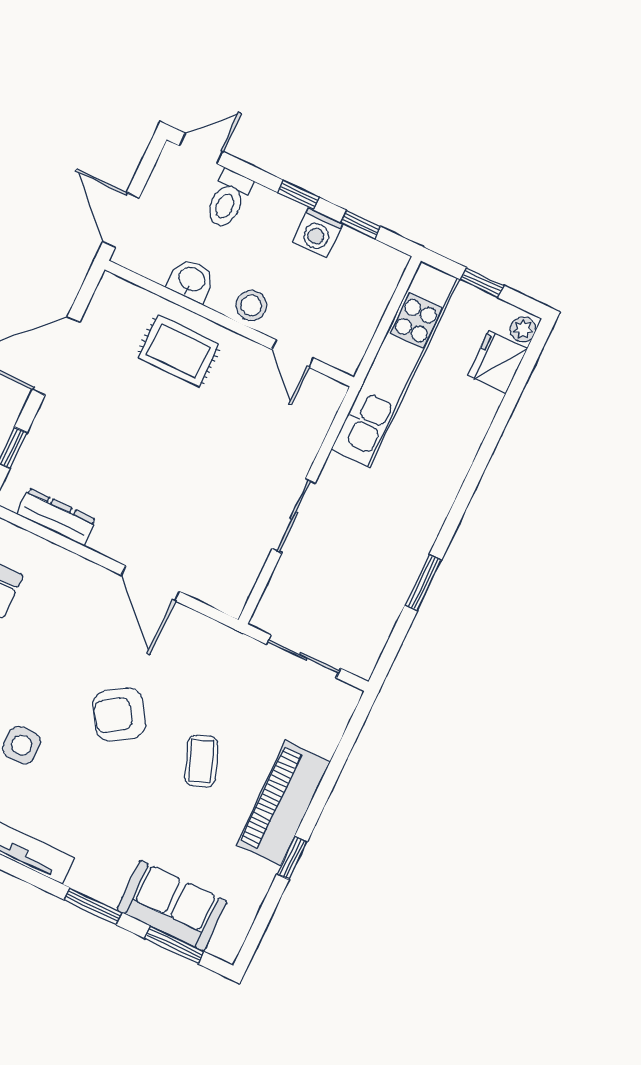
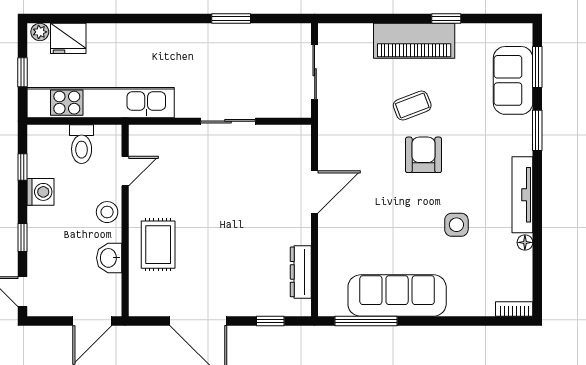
window: (298, 195) -> (22, 238), moved
toilet: (228, 199) -> (82, 144), moved, turned 90
armchair: (119, 714) -> (423, 155), moved, turned -147

